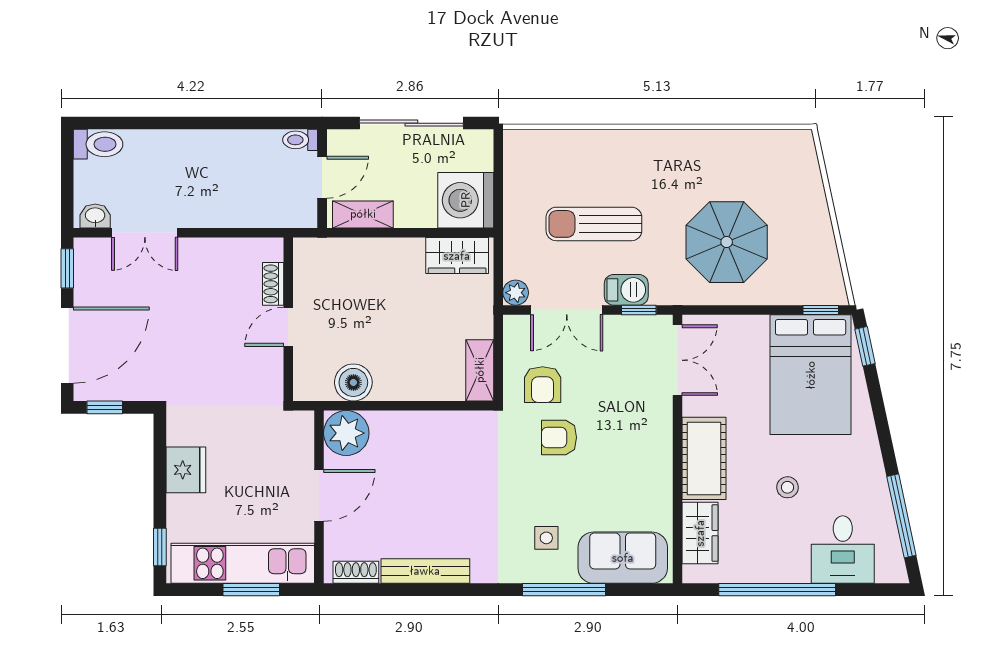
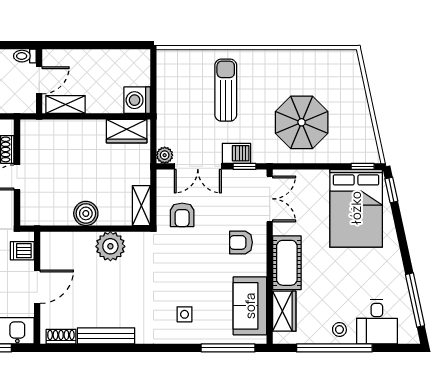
sliding door: (411, 123) -> (97, 45), removed
washing machine: (466, 200) -> (137, 100), width x0.73, depth x0.73
sun lounger: (594, 224) -> (226, 90), moved, turned 90
boiler: (353, 382) -> (86, 213), moved
plant: (346, 433) -> (110, 246), moved
armchair: (559, 437) -> (241, 242), moved
dishwasher: (296, 440) -> (22, 251), added
stool: (787, 487) -> (339, 330), moved
sofa: (623, 558) -> (250, 306), moved, turned -90
window: (564, 590) -> (228, 348), moved

